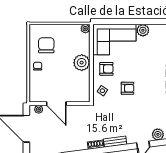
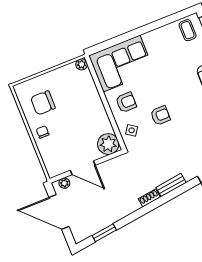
plant: (143, 30) -> (151, 39), removed
chair: (46, 45) -> (43, 103), turned -90
plant: (82, 63) -> (108, 144), moved

